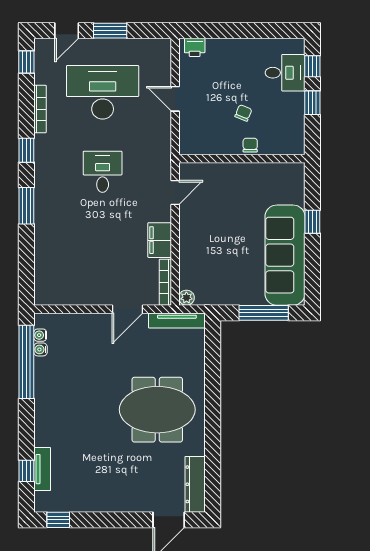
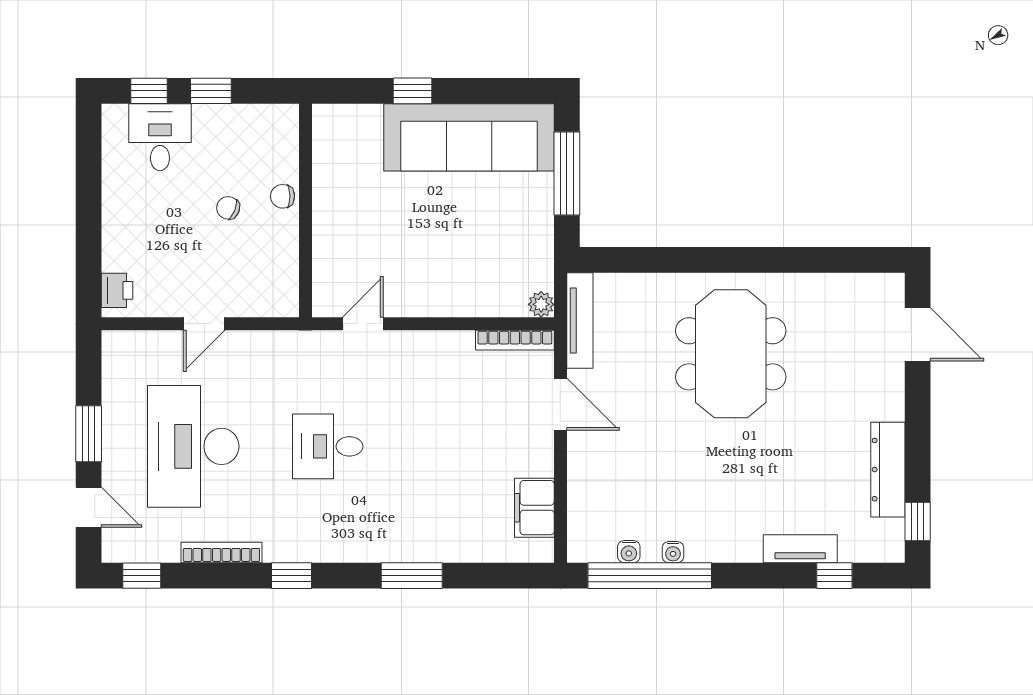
door: (175, 192) -> (363, 324), hinge flipped
window: (26, 206) -> (412, 576), moved
filing cabinet: (160, 240) -> (534, 508), moved, turned 90
water cooler: (40, 335) -> (673, 552), moved
tv unit: (42, 469) -> (800, 549), moved
dresser: (195, 484) -> (888, 470), moved, turned 90

